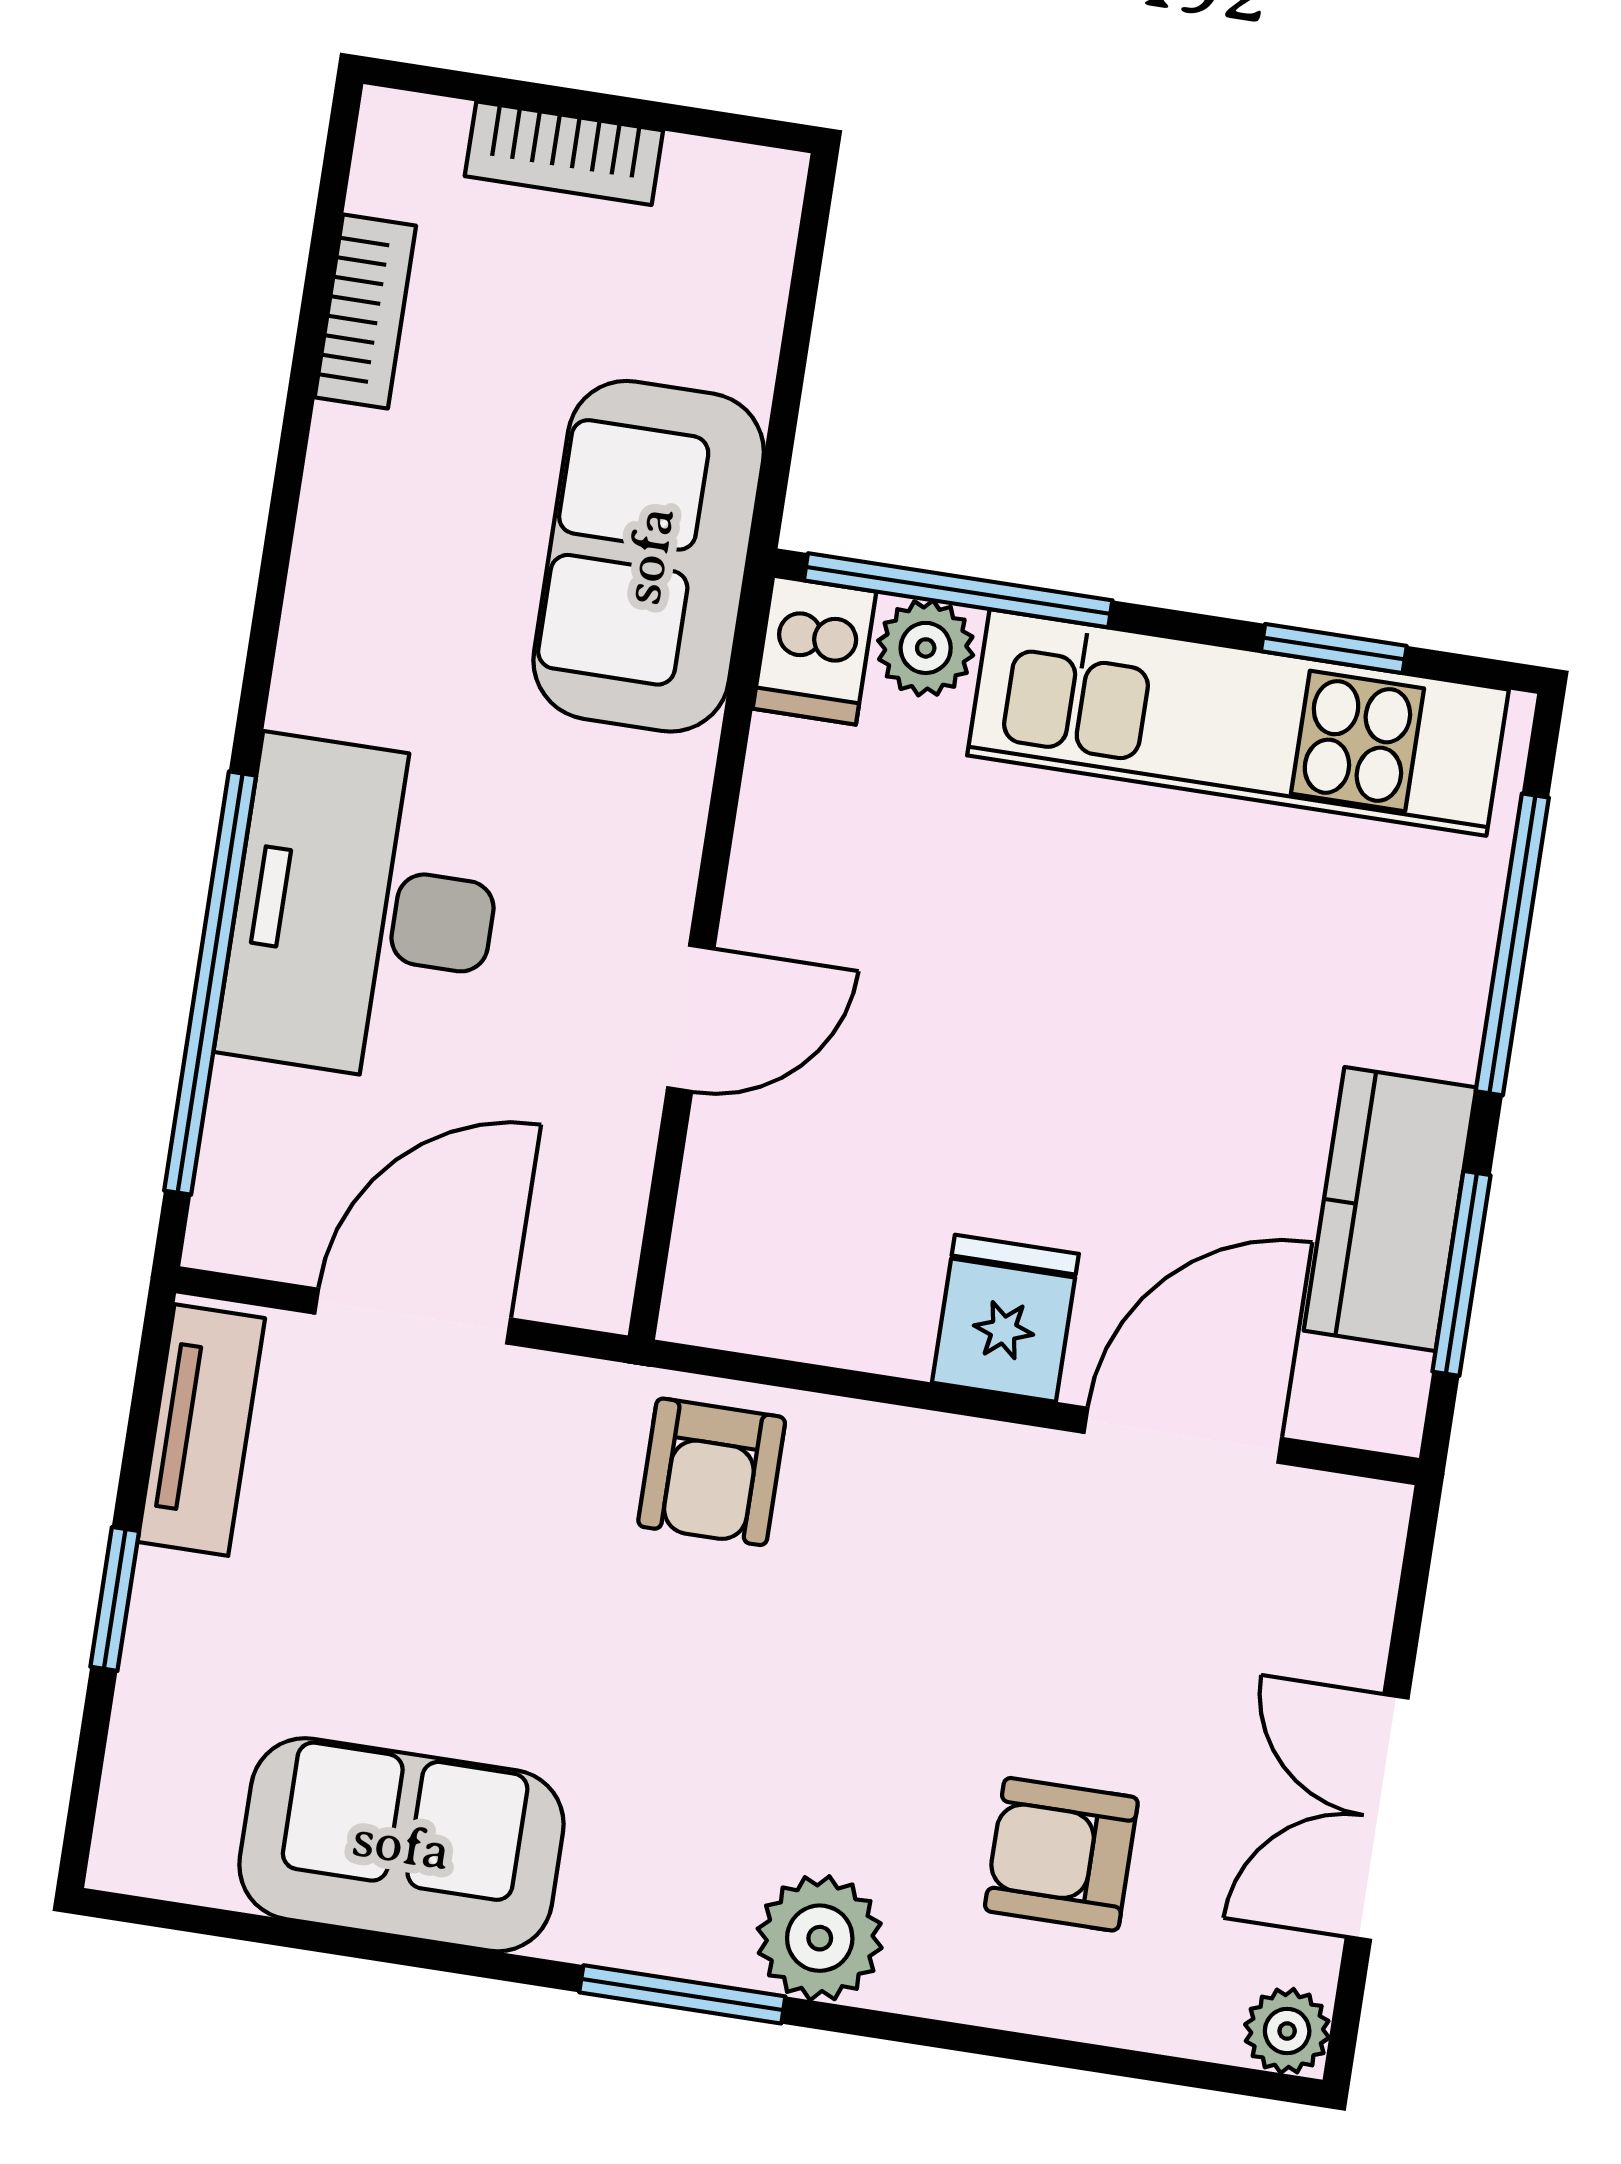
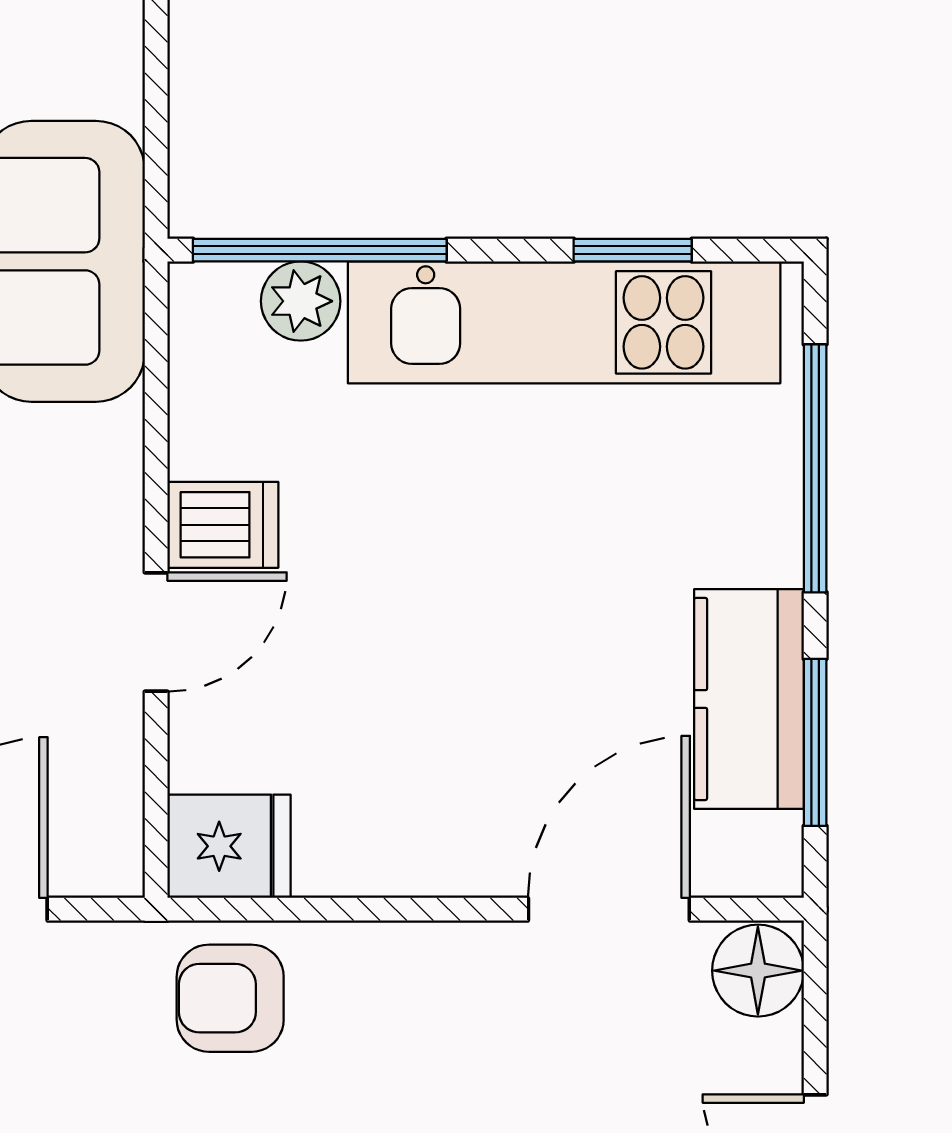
dishwasher: (814, 650) -> (223, 525), moved, turned -90
fridge: (1005, 1318) -> (229, 846), moved, turned 90
armchair: (712, 1472) -> (230, 998), turned 90
floor lamp: (1350, 1537) -> (758, 971), added

